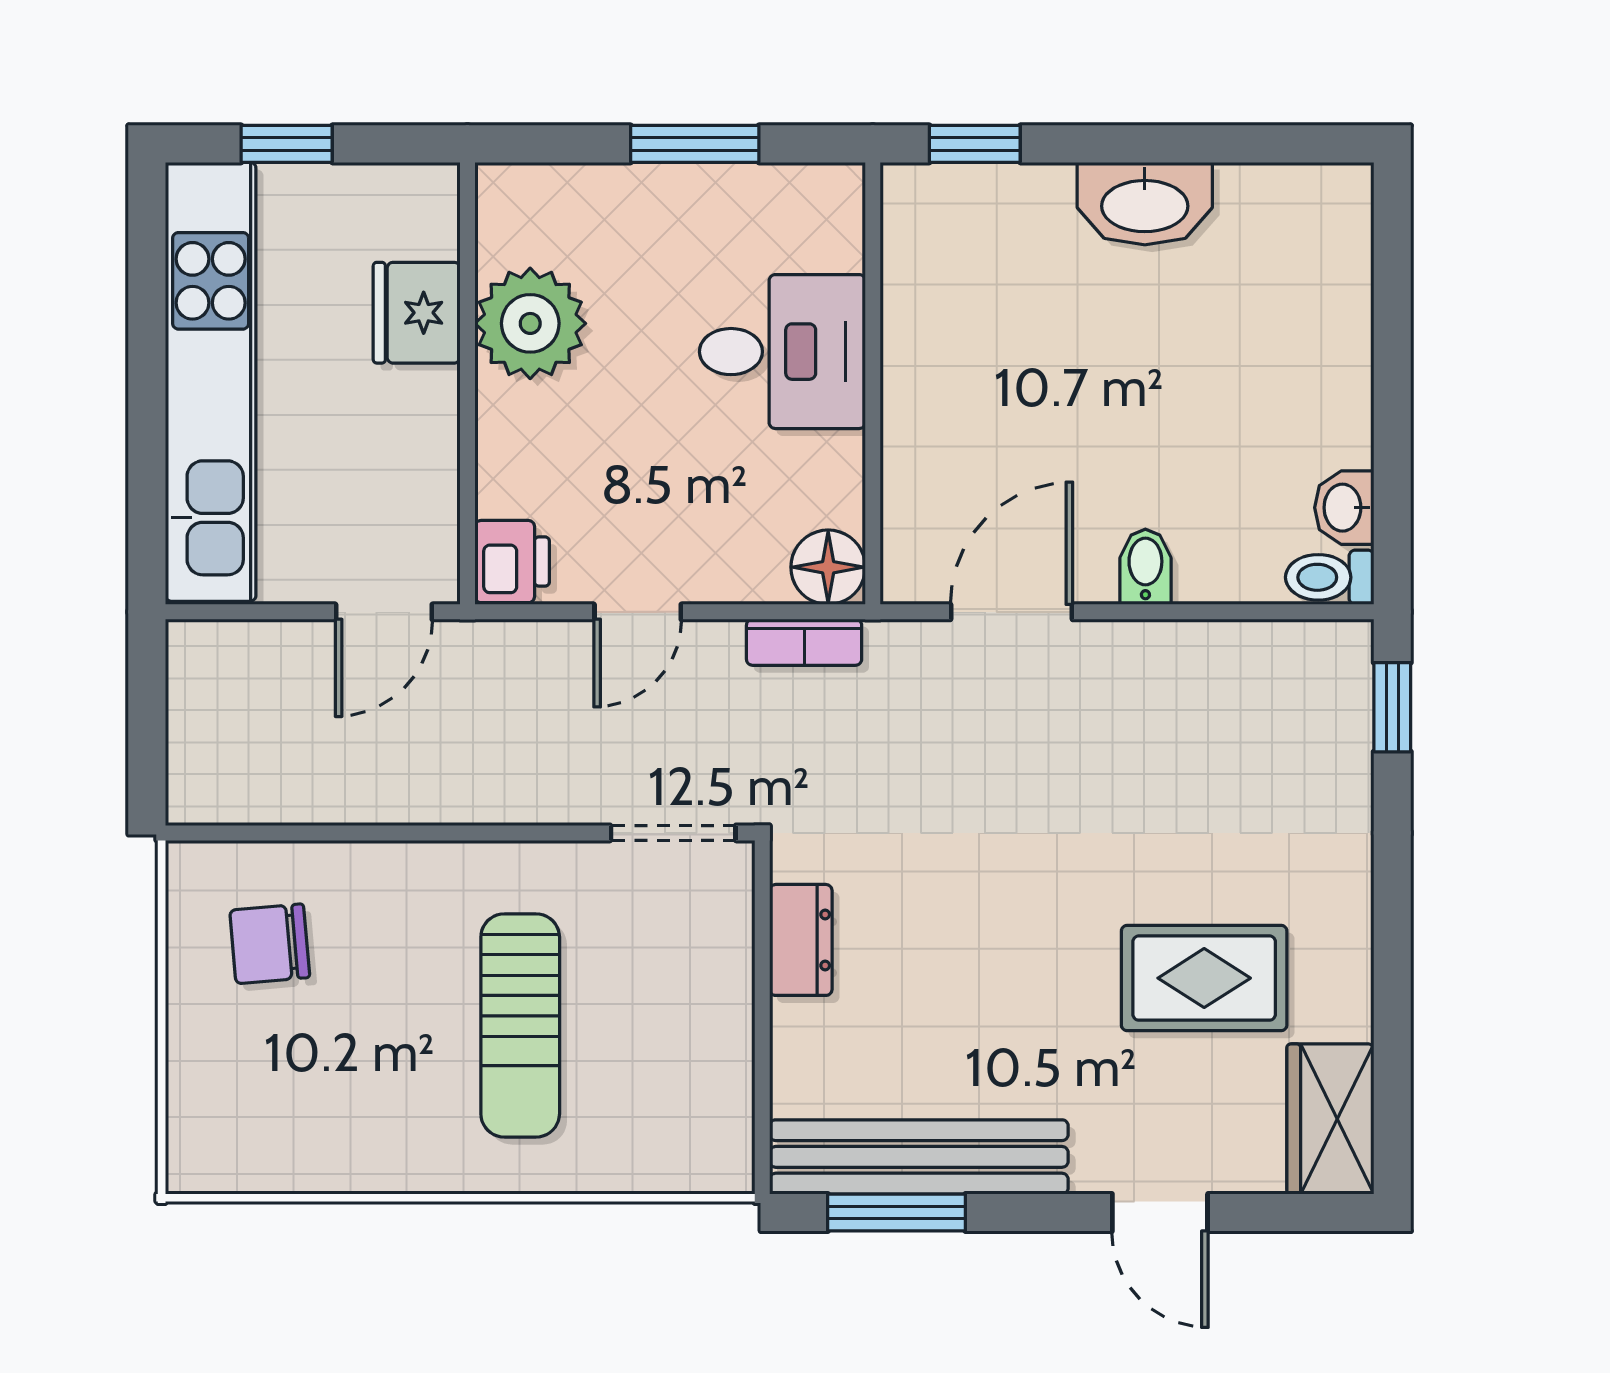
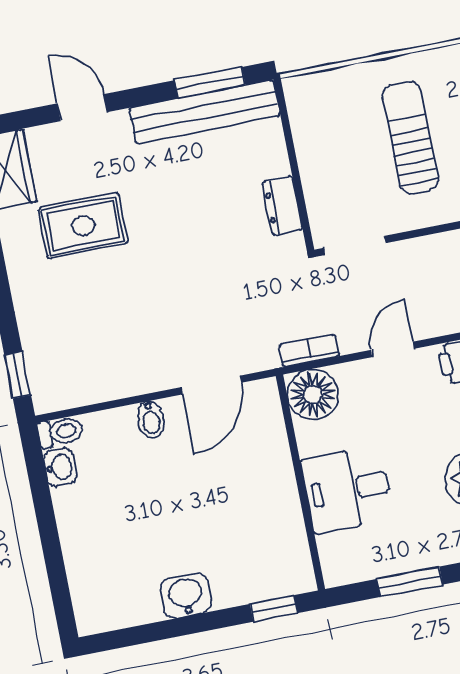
washbasin: (1145, 204) -> (186, 596), width x0.72
floor lamp: (828, 567) -> (313, 395), width x1.38, depth x1.38

